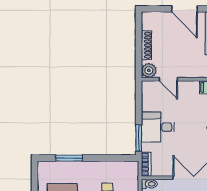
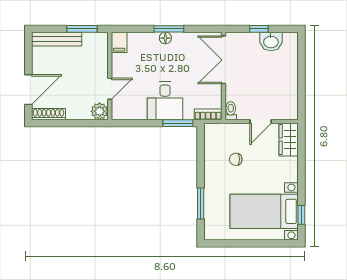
door: (184, 9) -> (28, 90), moved
shoe rack: (146, 45) -> (49, 114), moved

